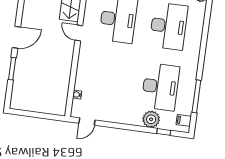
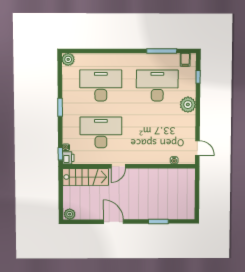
door: (16, 37) -> (113, 222), moved
plant: (151, 119) -> (188, 105), moved

